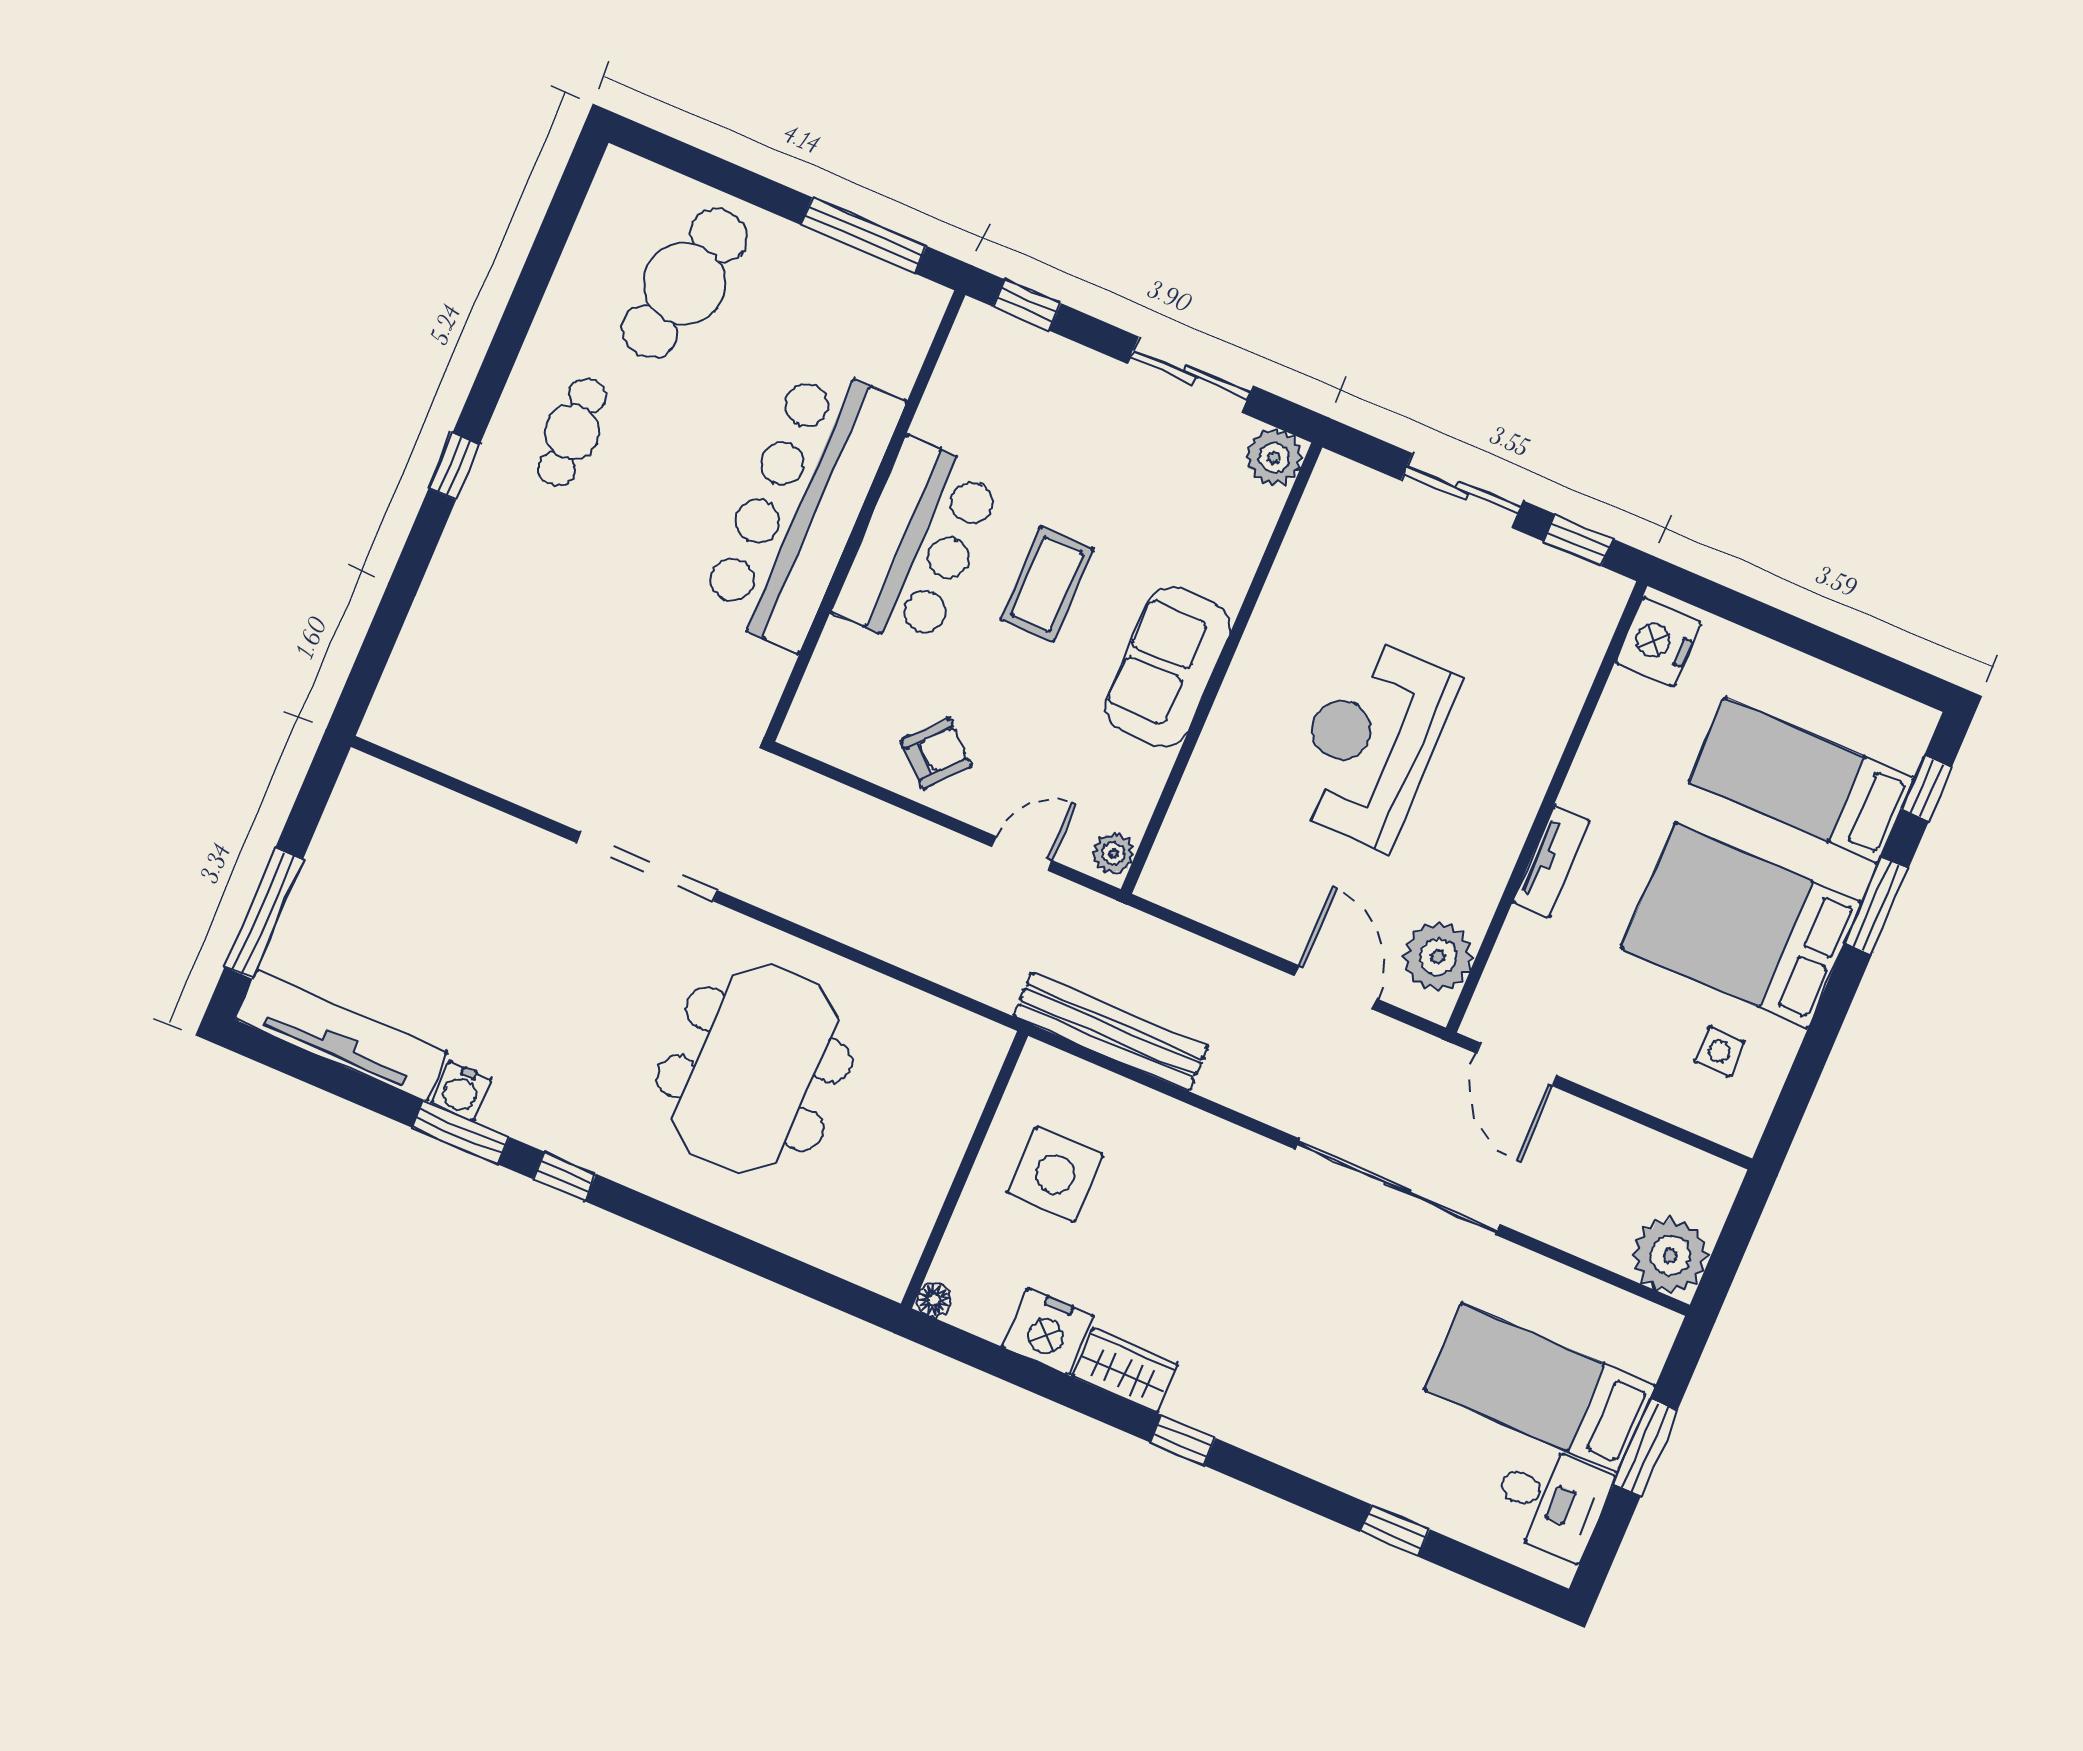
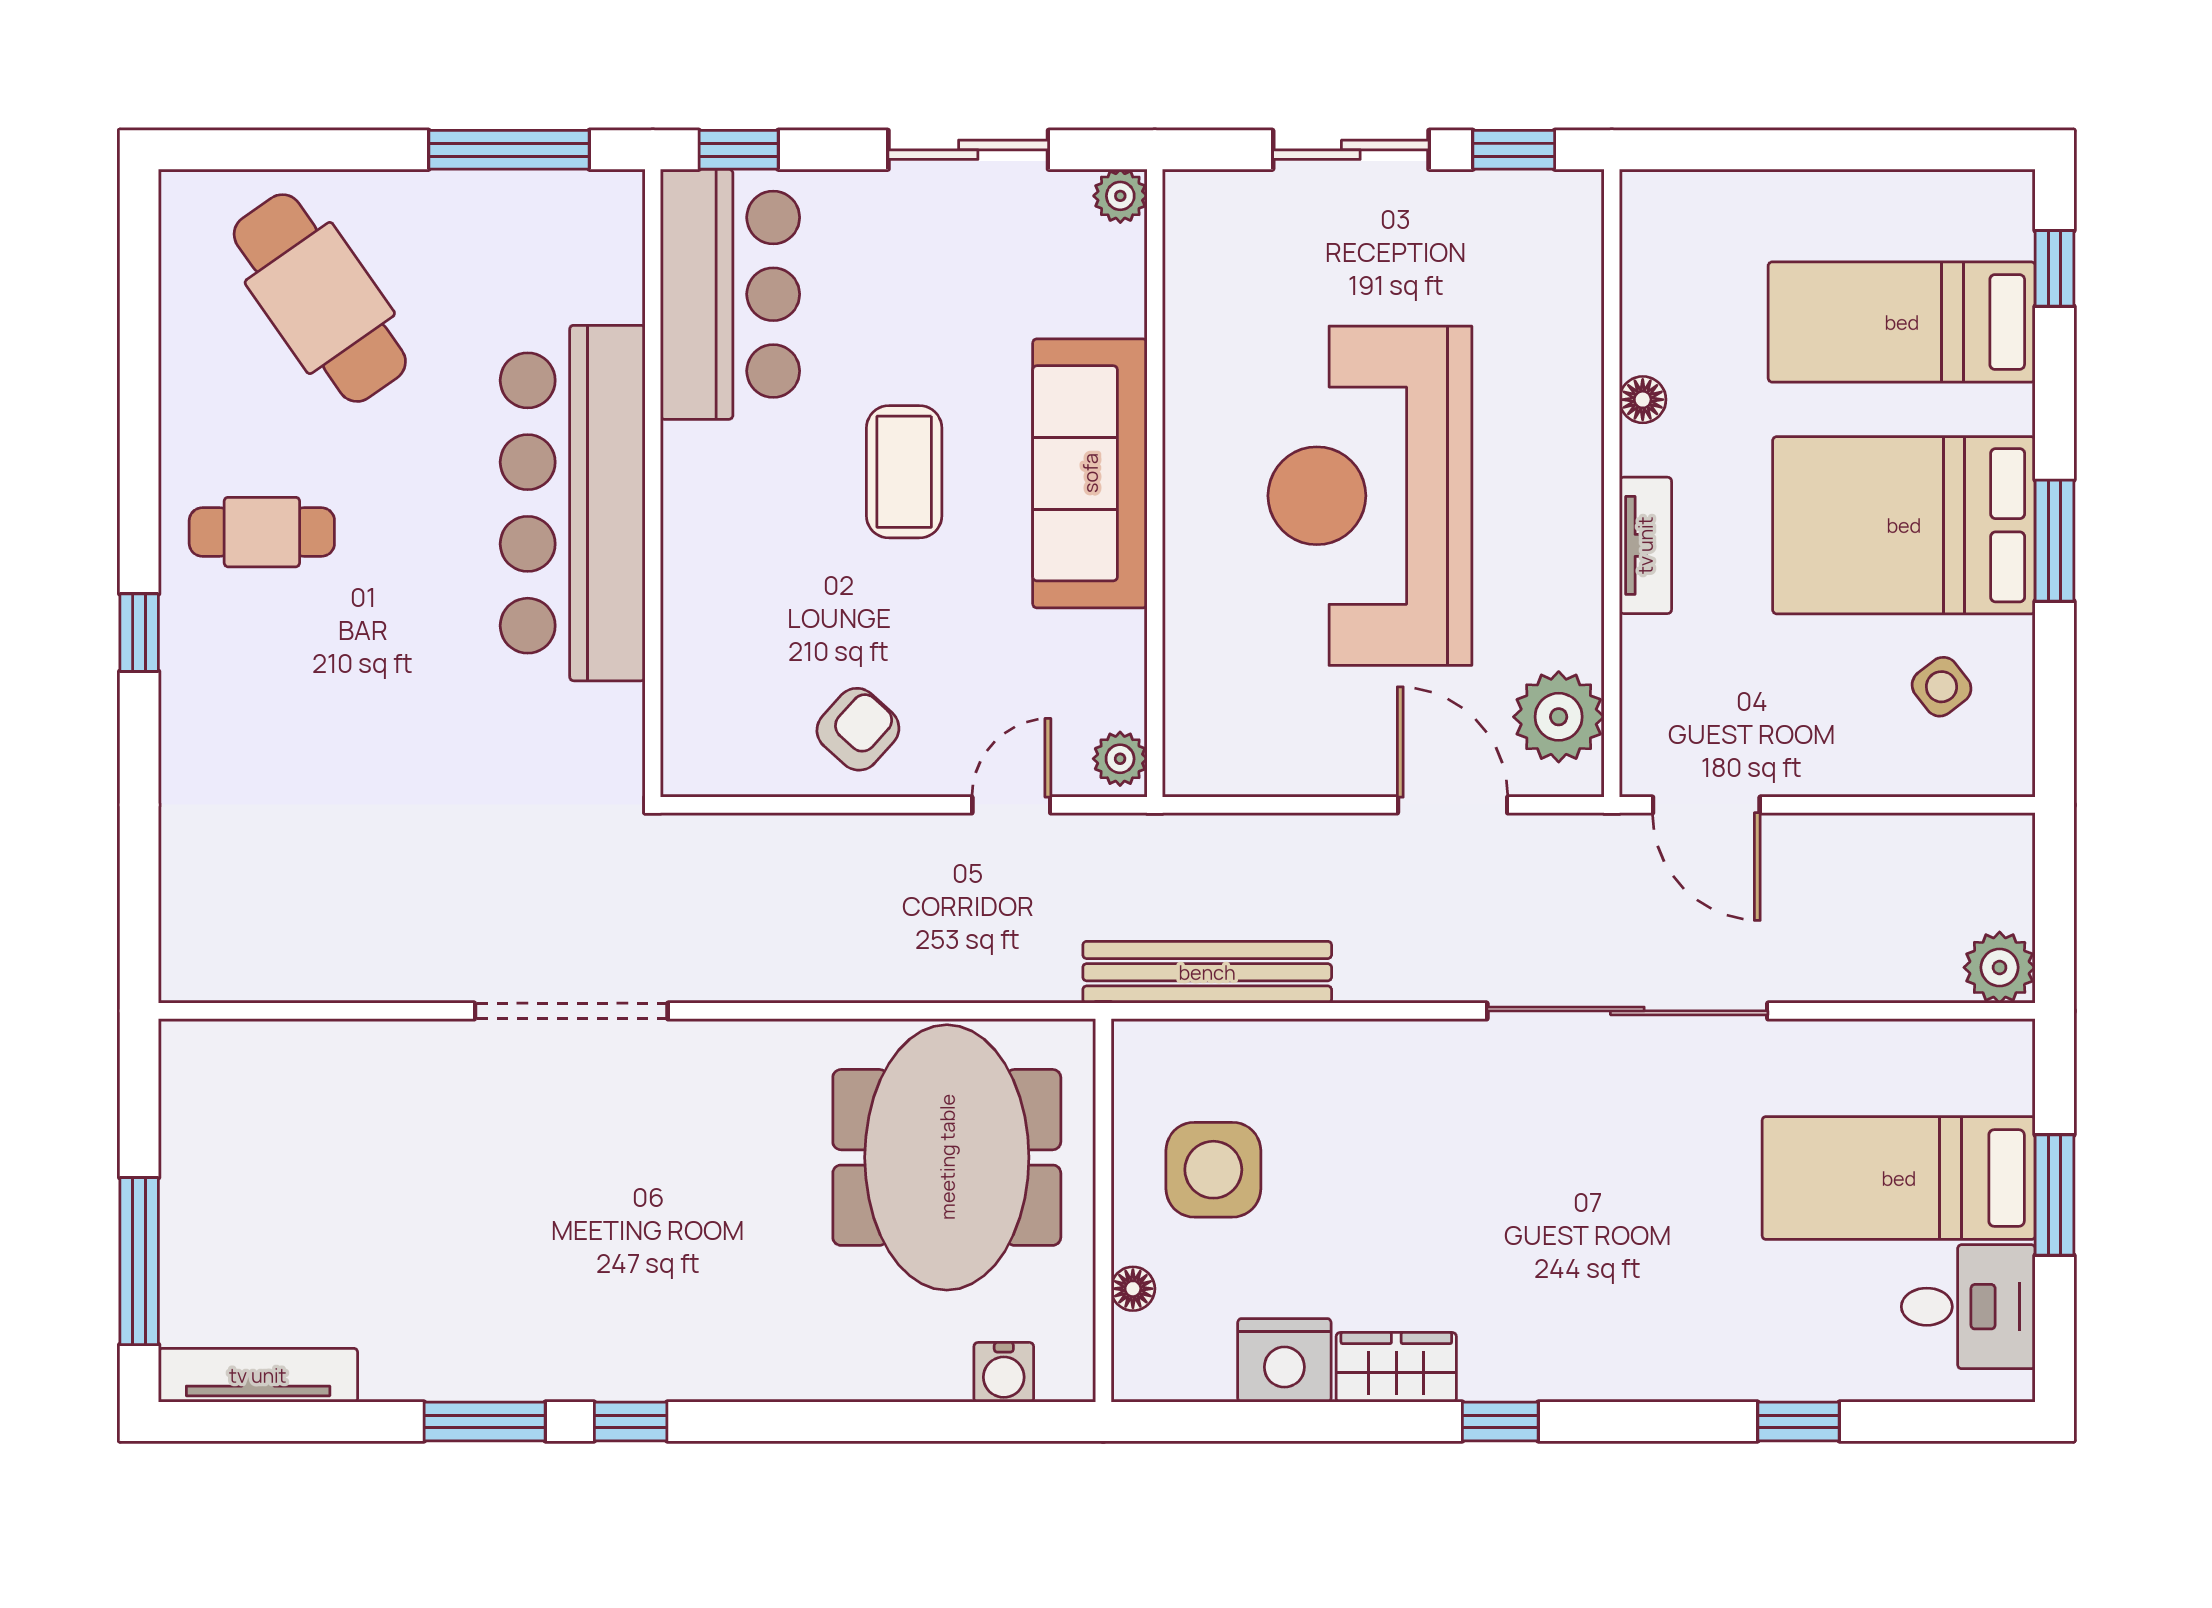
cafe table: (684, 283) -> (320, 298), turned -48
cafe table: (572, 432) -> (262, 532), turned 90
plant: (1274, 458) -> (1120, 196), width x0.73, depth x0.73
bar counter: (918, 544) -> (730, 294), moved
nightstand: (1658, 642) -> (1661, 230), removed
sofa: (1168, 667) -> (1090, 473), width x1.36
reception desk: (1371, 742) -> (1370, 496), width x1.36, depth x1.30
floor lamp: (1594, 757) -> (1643, 400), added
window: (1876, 906) -> (2055, 541), moved
tv unit: (341, 1036) -> (258, 1375), width x0.73, depth x0.78
side table: (1719, 1052) -> (1942, 687), turned -38
meeting table: (754, 1069) -> (947, 1157), moved
water cooler: (461, 1091) -> (1004, 1372), moved
plant: (1670, 1256) -> (2000, 967), width x0.73, depth x0.73
floor lamp: (934, 1299) -> (1133, 1289), moved

